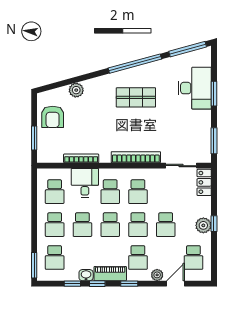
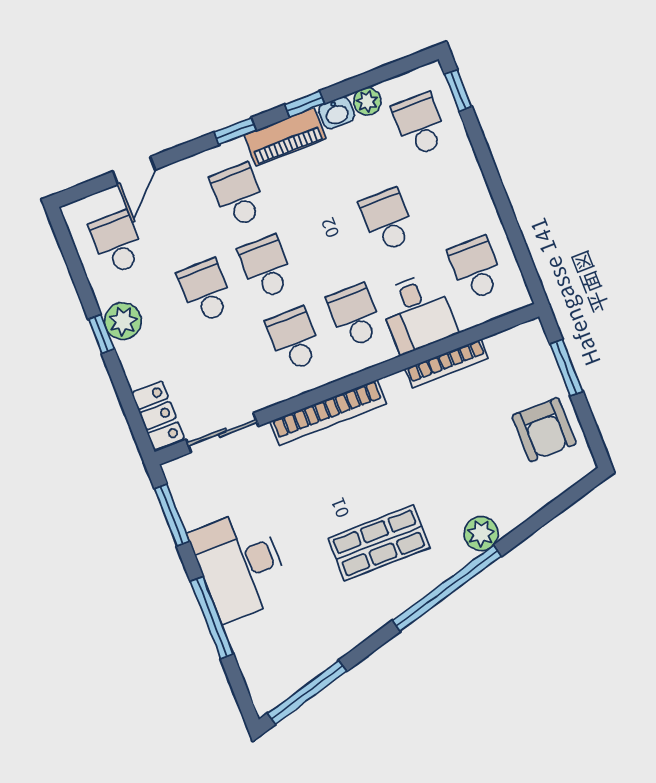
window: (135, 64) -> (447, 588), moved
desk: (195, 88) -> (240, 565), moved
plant: (76, 90) -> (481, 534), moved
window: (214, 94) -> (212, 618), width x1.44
armchair: (53, 117) -> (544, 430), turned 180
school desk: (55, 225) -> (448, 196), removed
school desk: (110, 225) -> (327, 244), removed
window: (34, 265) -> (458, 90), width x0.67
plant: (157, 275) -> (367, 101), moved
window: (72, 284) -> (359, 83), removed

